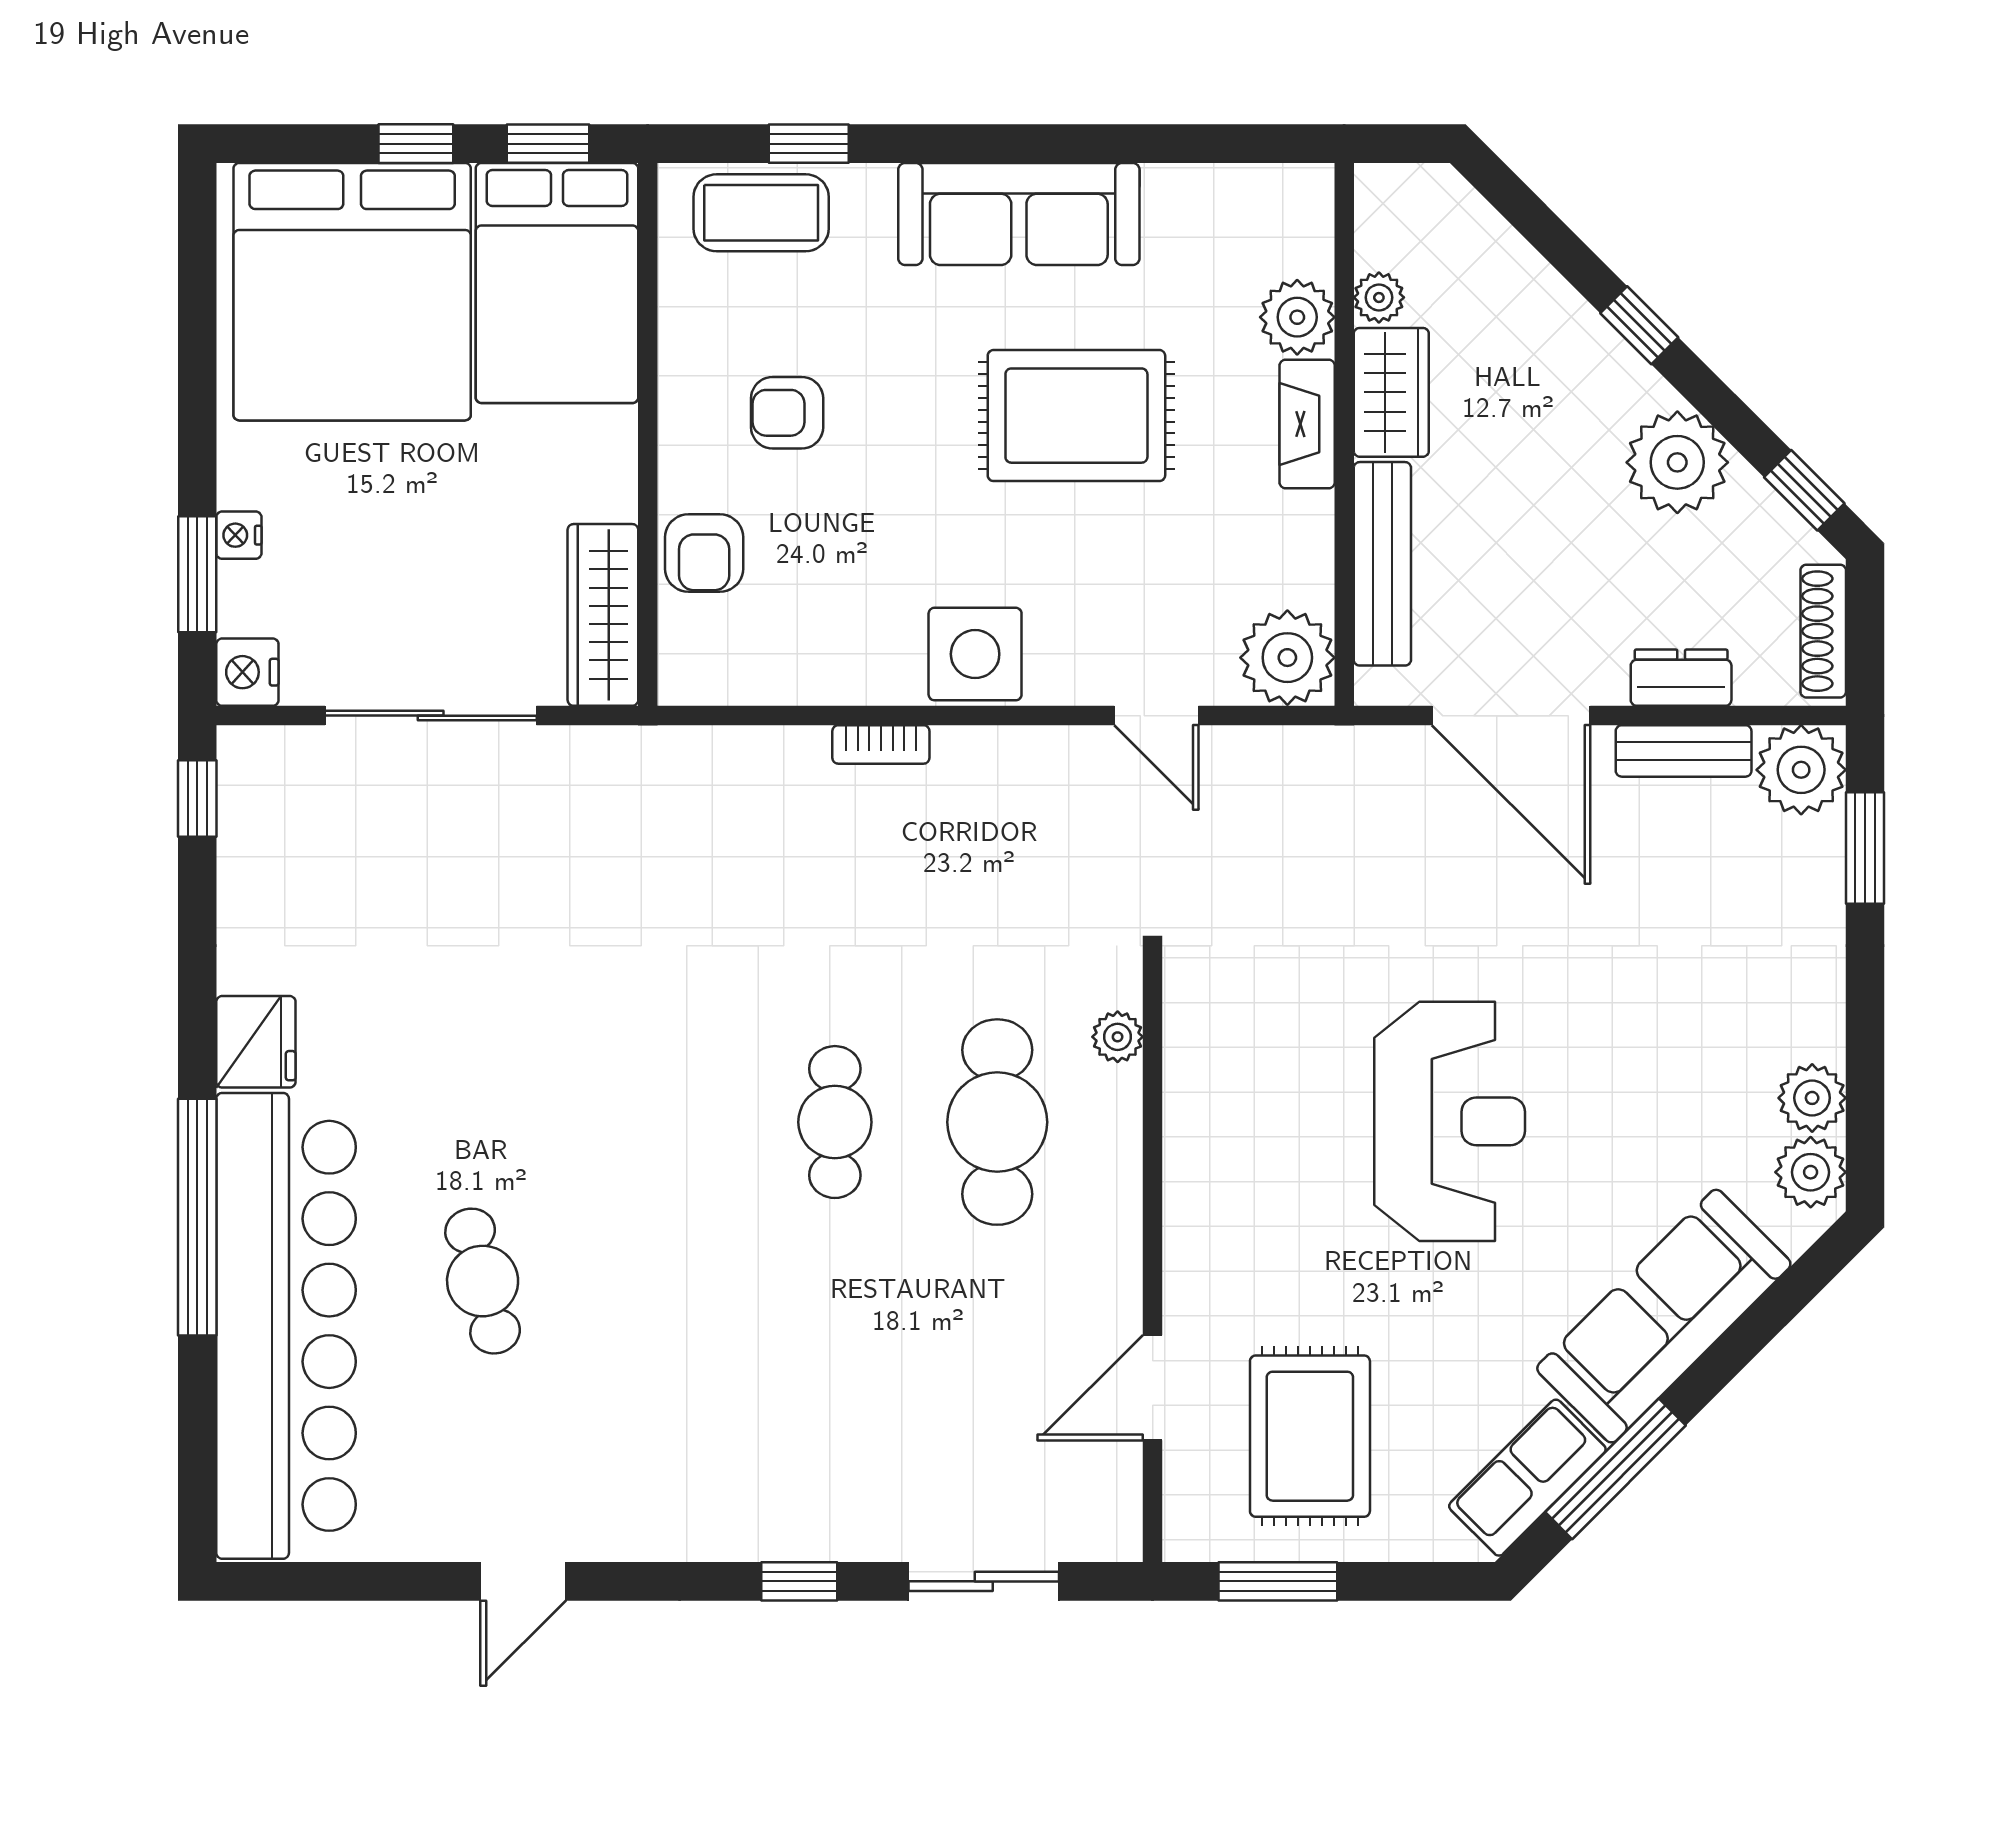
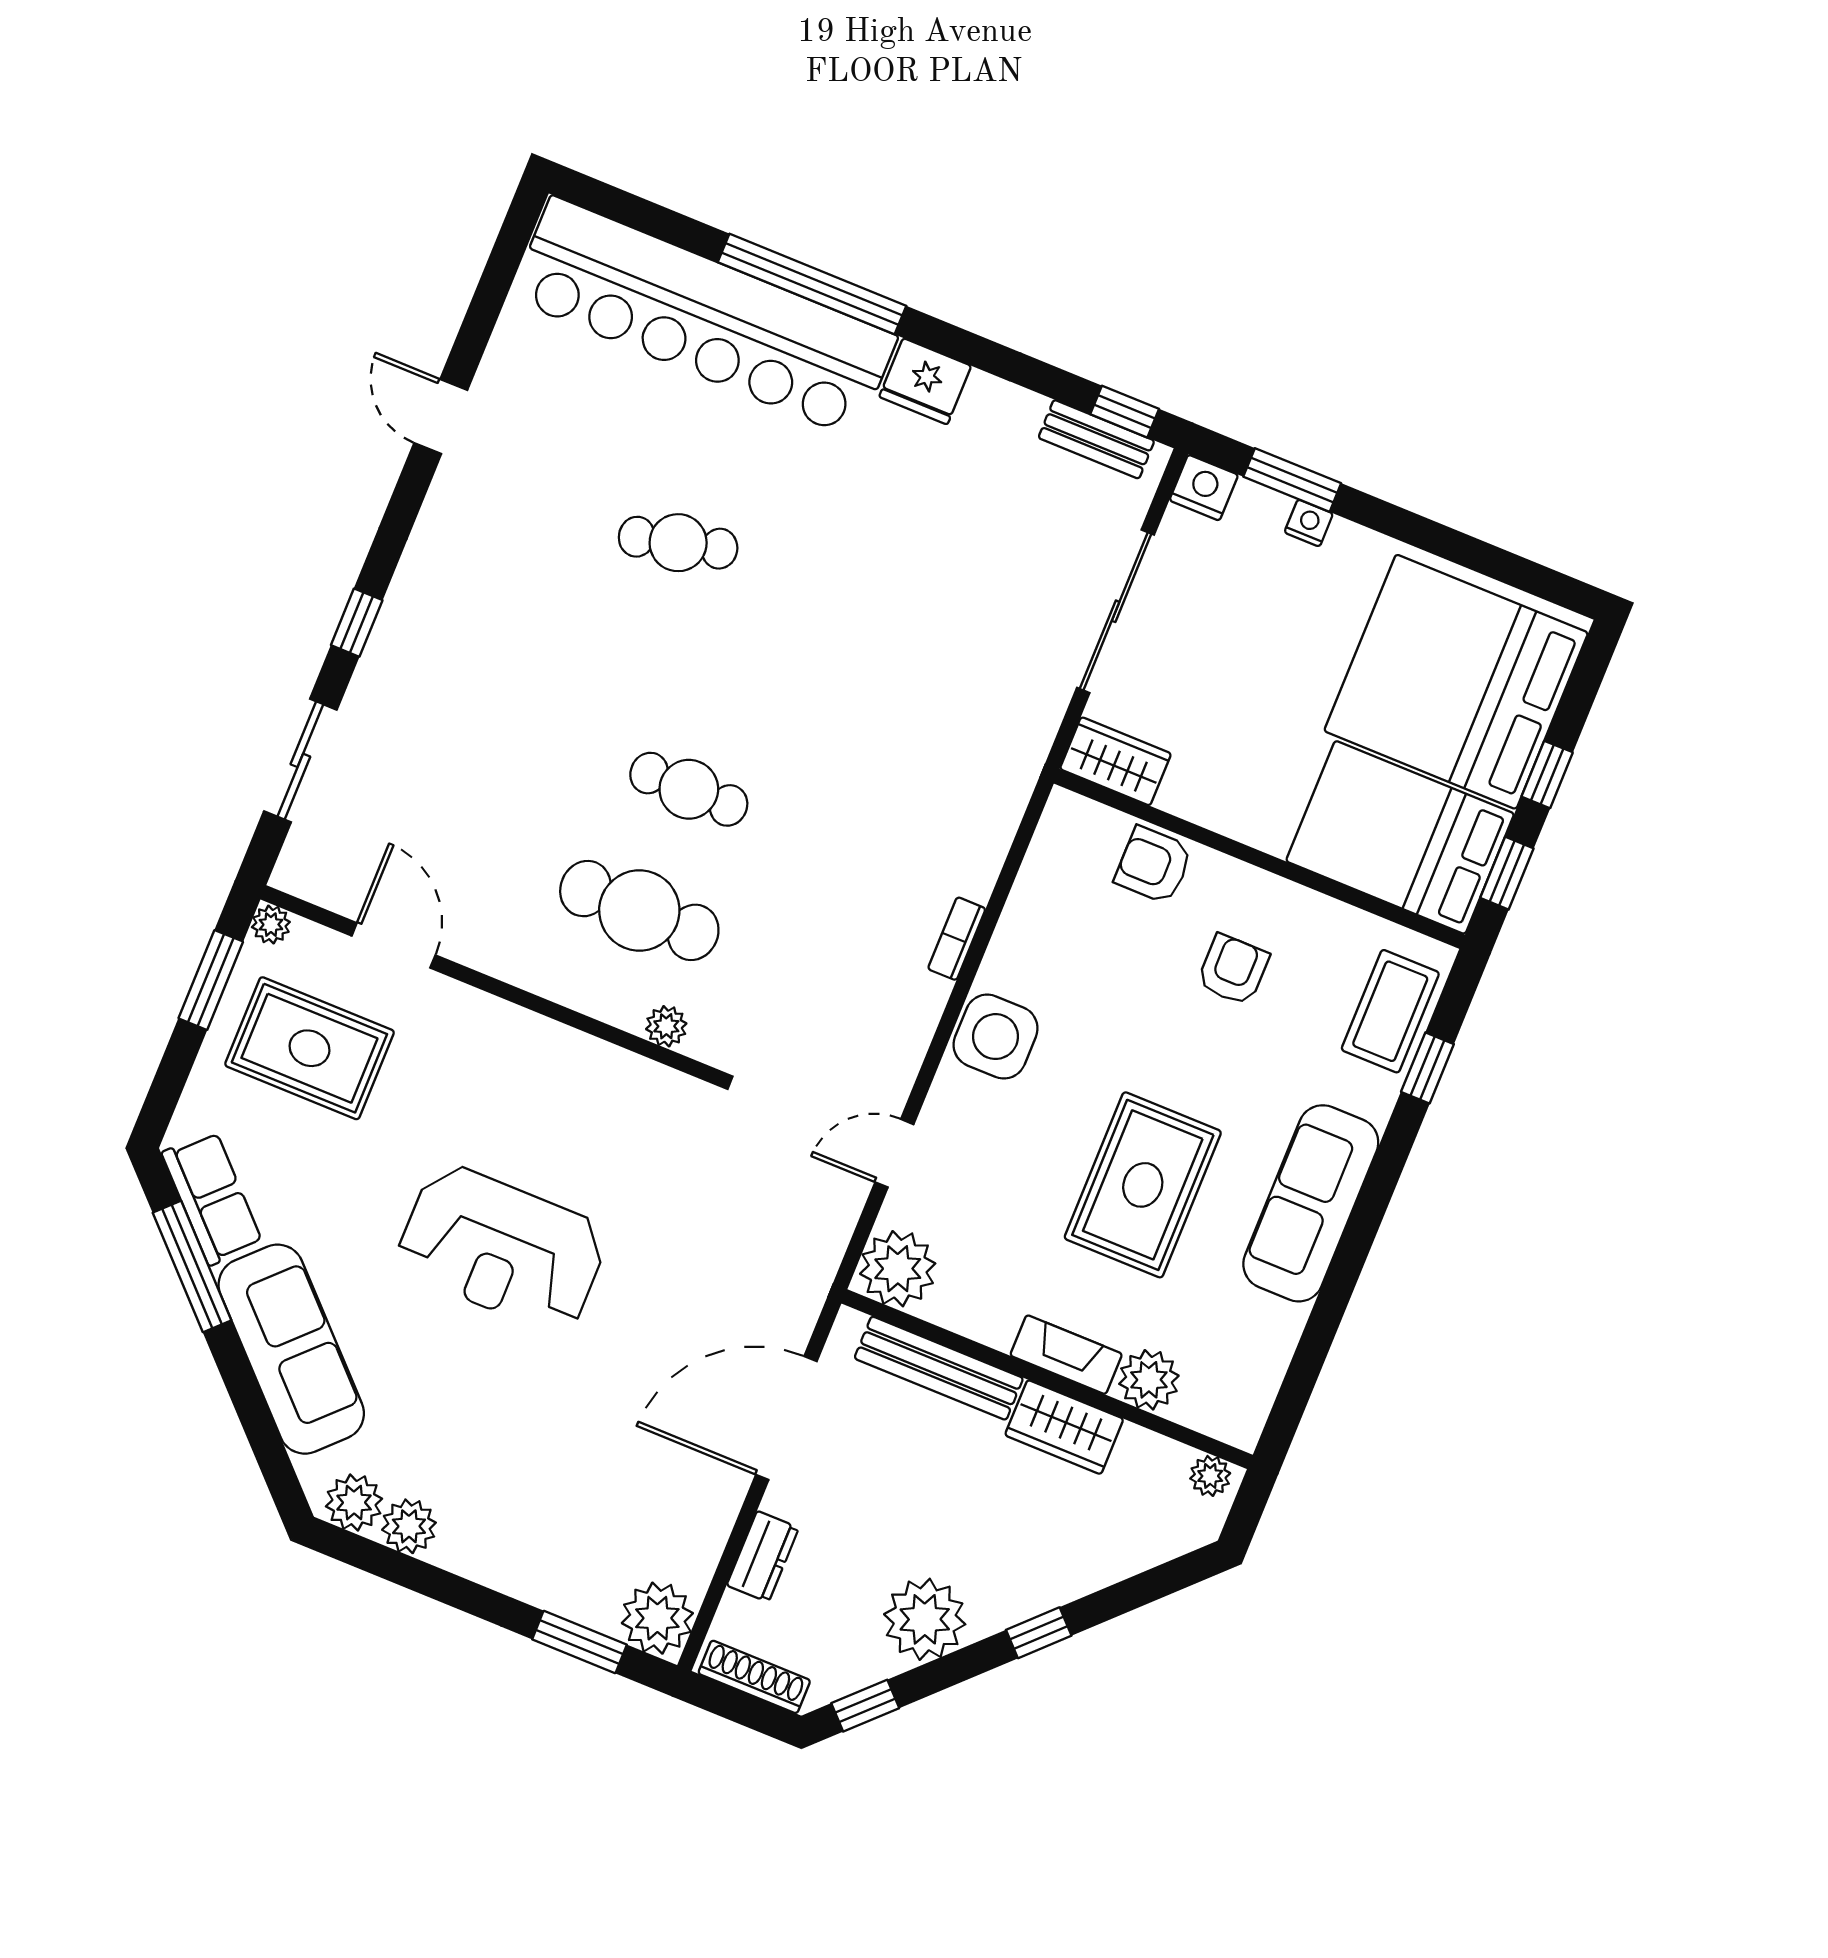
plant: (1379, 297) -> (1210, 1476), moved
wardrobe: (603, 615) -> (1116, 761), width x0.67
bench: (1684, 751) -> (1096, 439), moved, turned 90
cafe table: (483, 1281) -> (678, 543), moved
plant: (1186, 1538) -> (271, 925), added

